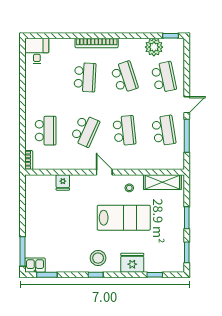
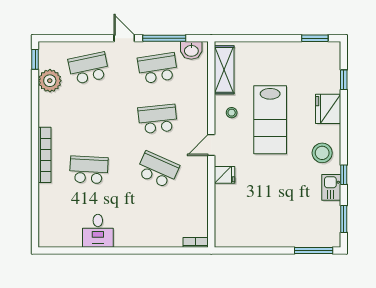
desk: (37, 51) -> (98, 231), moved, turned -90
school desk: (124, 77) -> (89, 119), removed
school desk: (46, 131) -> (158, 221), removed
washbasin: (177, 157) -> (191, 50), added
fridge: (63, 182) -> (225, 175), moved
lab bench: (124, 218) -> (270, 120), turned 180
window: (187, 218) -> (270, 38), removed
kitchen sink: (35, 265) -> (331, 187), moved
window: (96, 275) -> (344, 175), moved

